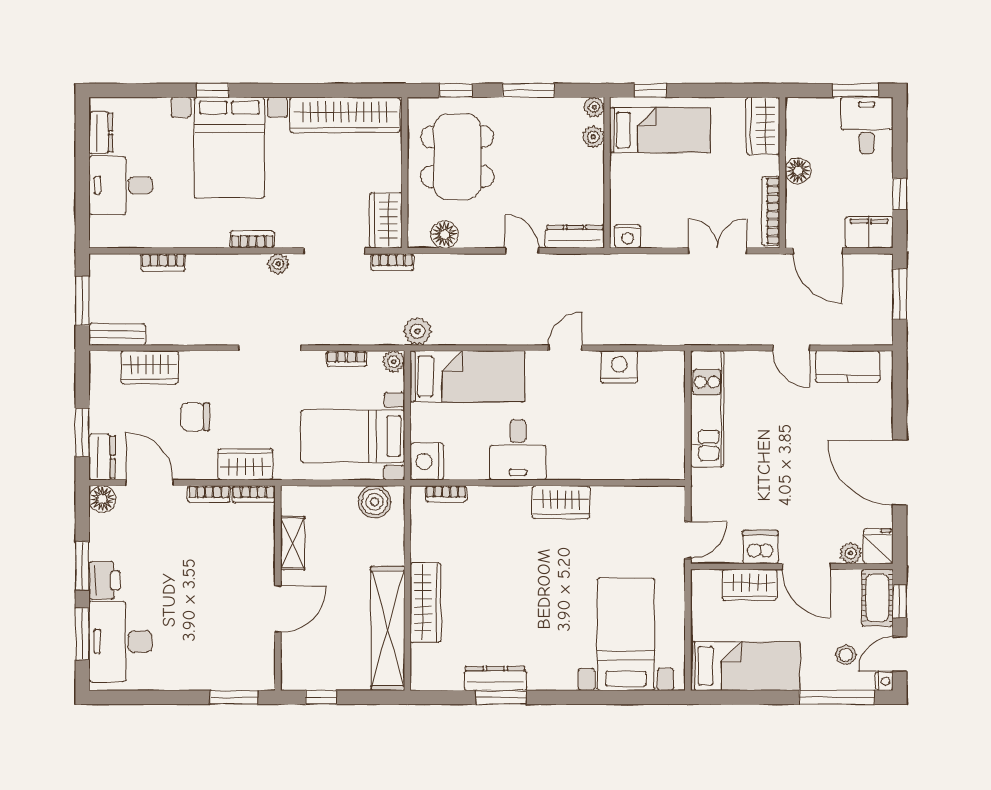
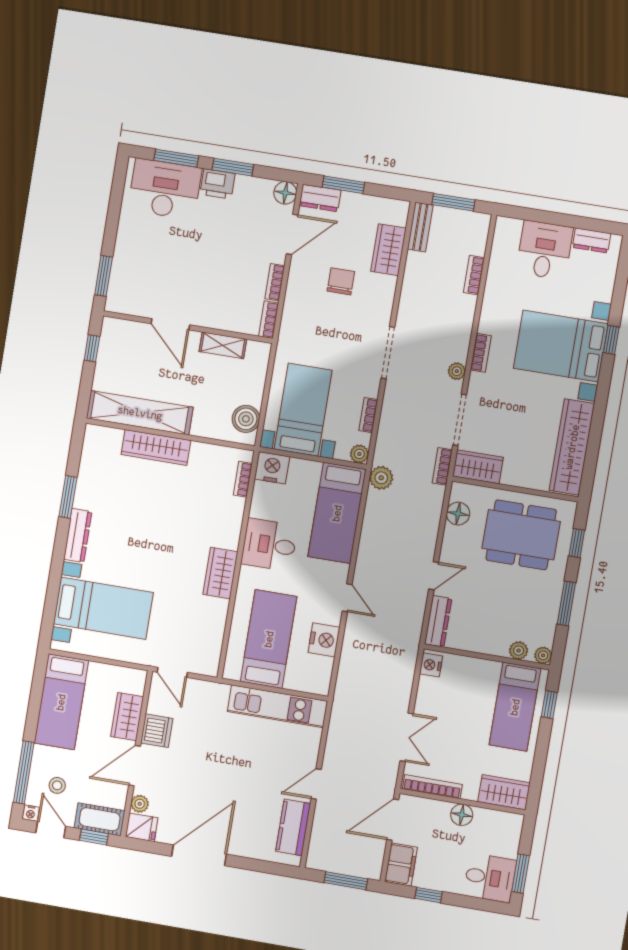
bed: (629, 432) -> (269, 639), added
wardrobe: (246, 464) -> (294, 317), removed
dresser: (495, 678) -> (78, 536), moved

